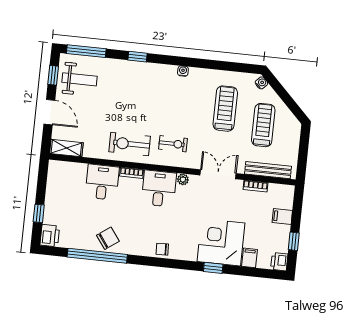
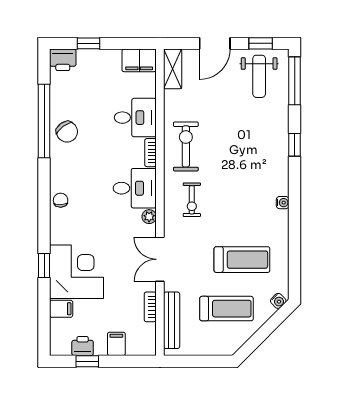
filing cabinet: (57, 174) -> (139, 60), added
double door: (218, 174) -> (160, 259), swing flipped
printer: (279, 262) -> (83, 346), moved

